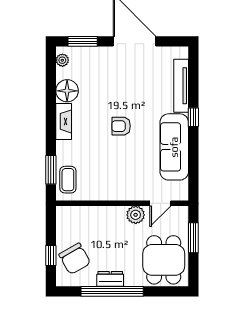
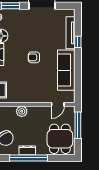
window: (193, 117) -> (78, 42), moved
plant: (136, 215) -> (22, 111), moved
window: (193, 238) -> (78, 125), width x1.44

